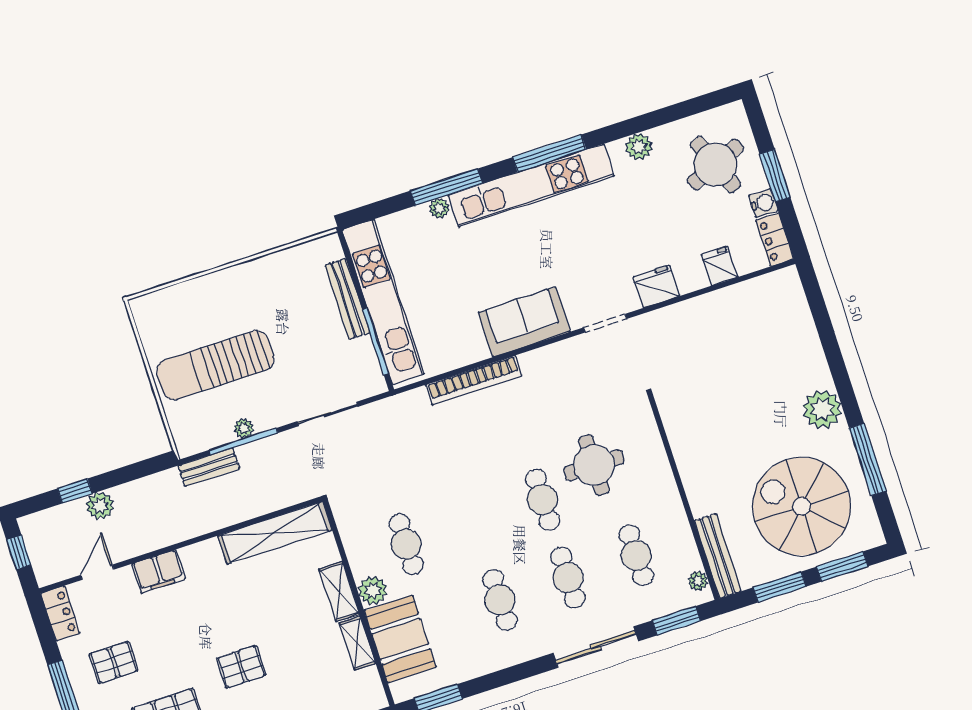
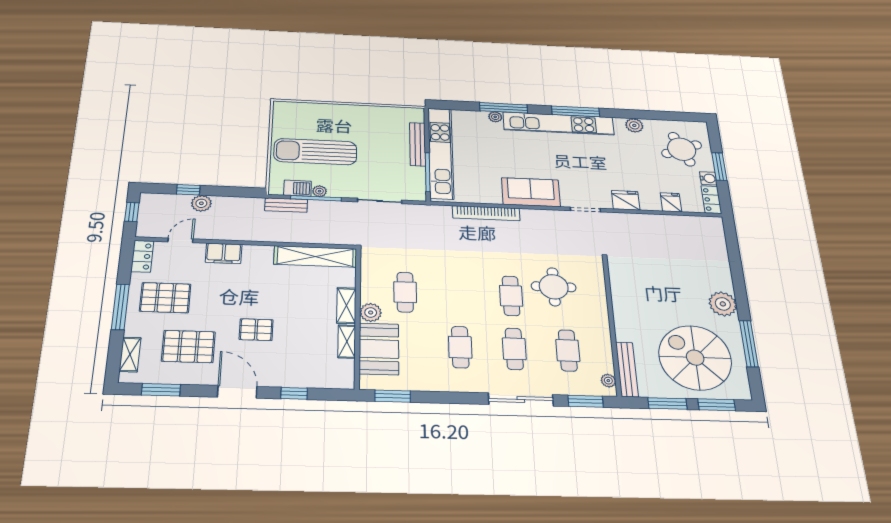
barbecue: (214, 434) -> (298, 188), added
pallet: (114, 662) -> (165, 298), width x1.50, depth x1.42

